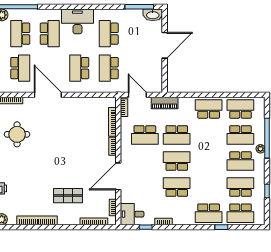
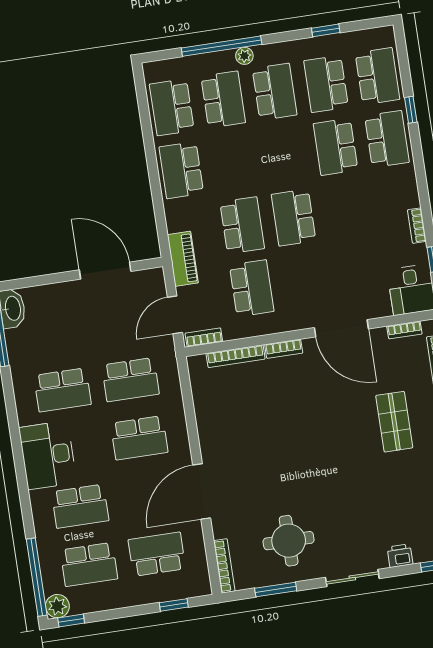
school desk: (50, 34) -> (80, 506), turned 180
door: (165, 45) -> (105, 271), moved
school desk: (177, 187) -> (336, 147), moved

